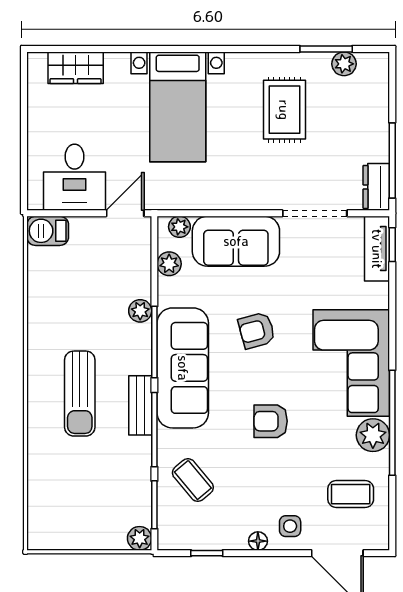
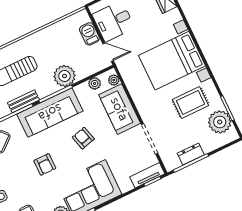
plant: (344, 64) -> (220, 122), width x1.88, depth x1.88
bed with nightstands: (178, 107) -> (172, 61), width x1.36
dresser: (376, 187) -> (191, 154), moved
barbecue: (48, 231) -> (89, 34), moved
plant: (140, 311) -> (65, 76), width x1.87, depth x1.87
armchair: (271, 421) -> (45, 164), turned 180

